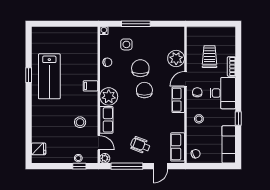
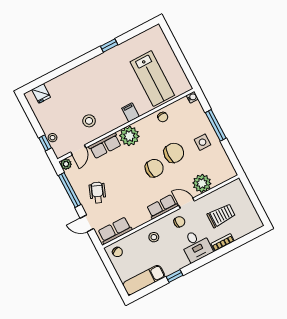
side table: (126, 44) -> (202, 142), moved
lab bench: (49, 76) -> (152, 79), moved, turned -90
desk: (223, 93) -> (196, 245), width x0.73

